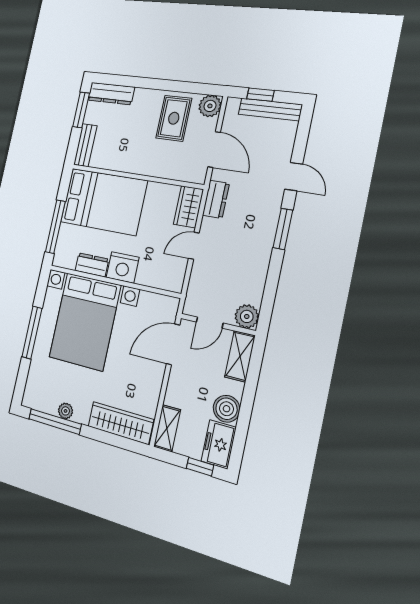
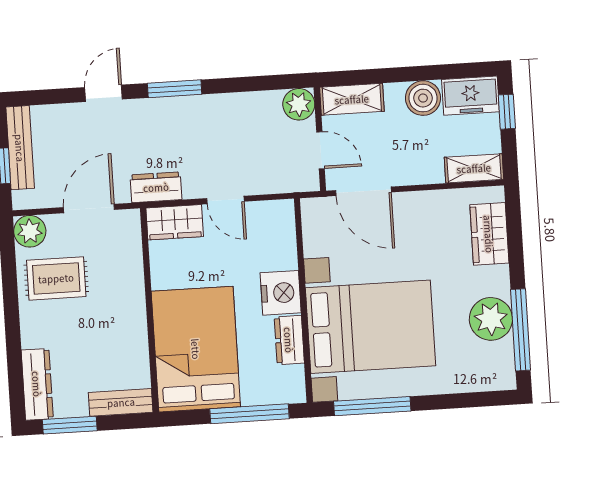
window: (32, 332) -> (372, 406), moved
plant: (66, 411) -> (491, 319), width x1.88, depth x1.88
wardrobe: (120, 423) -> (489, 234), width x0.67

